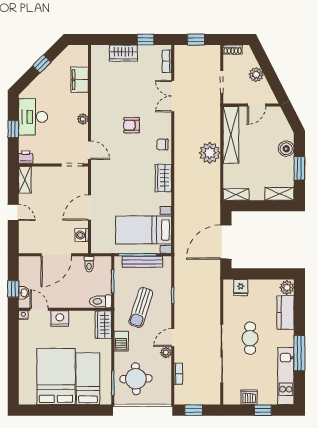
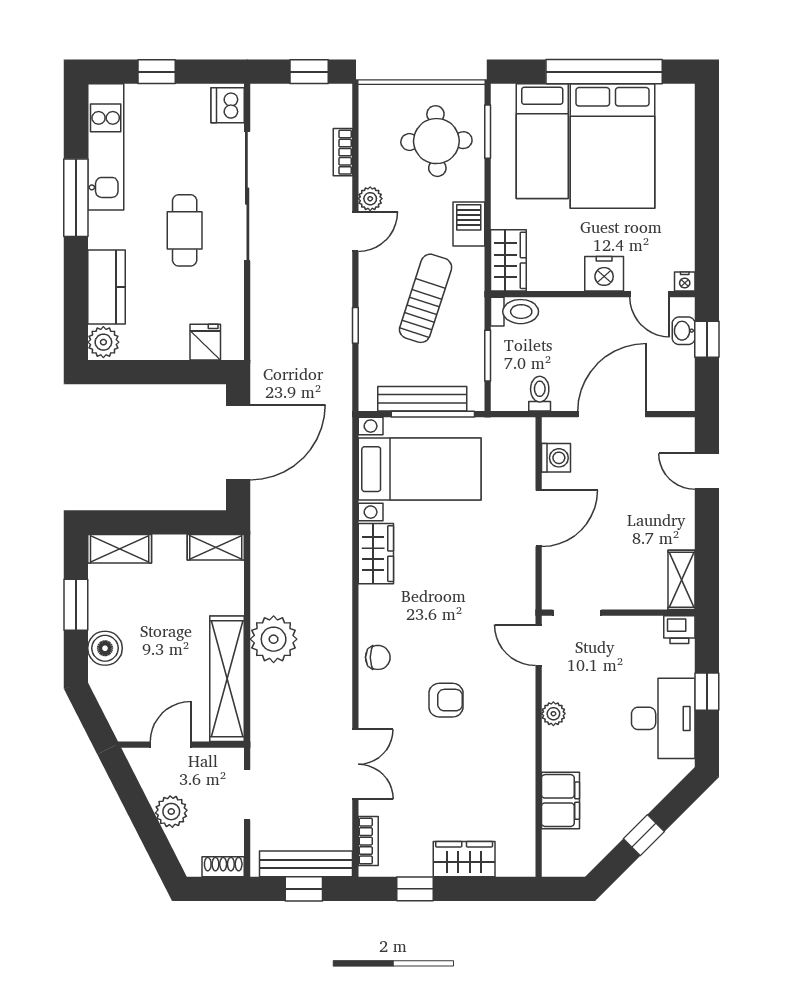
bench: (195, 51) -> (306, 864), added
wardrobe: (163, 178) -> (376, 554), moved
door: (13, 212) -> (707, 471), moved
dishwasher: (249, 397) -> (228, 105), moved, turned 90
window: (60, 410) -> (604, 72), added

